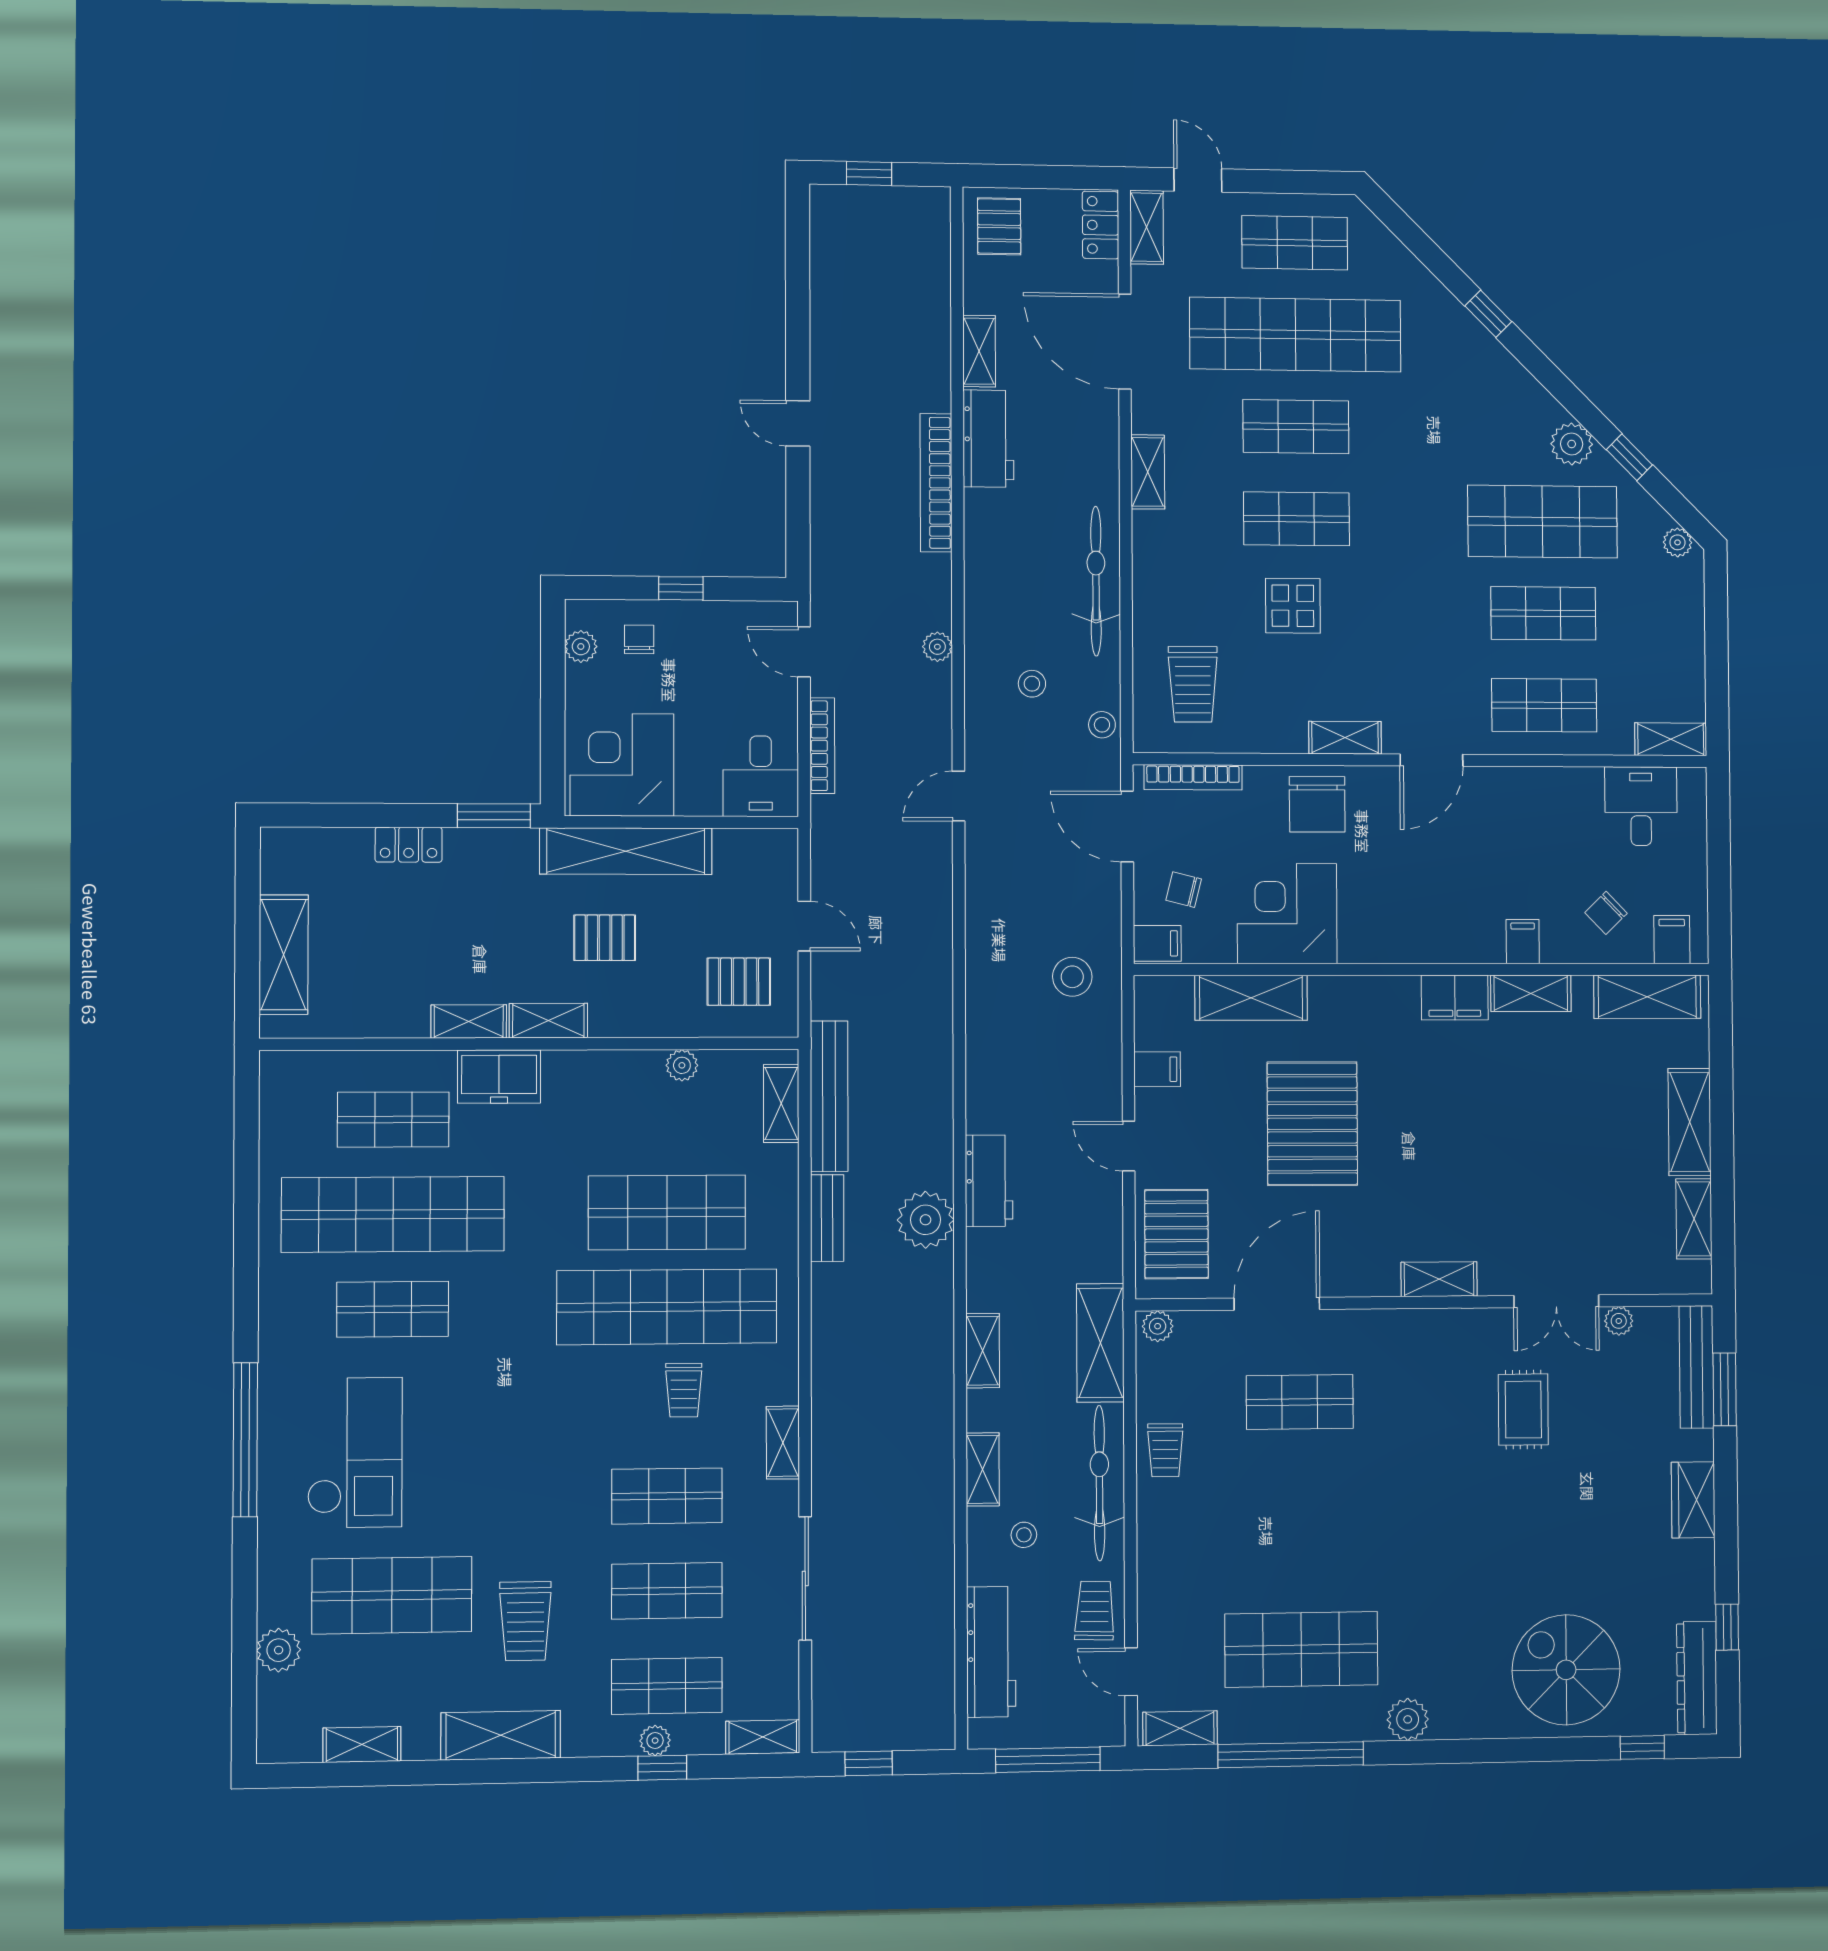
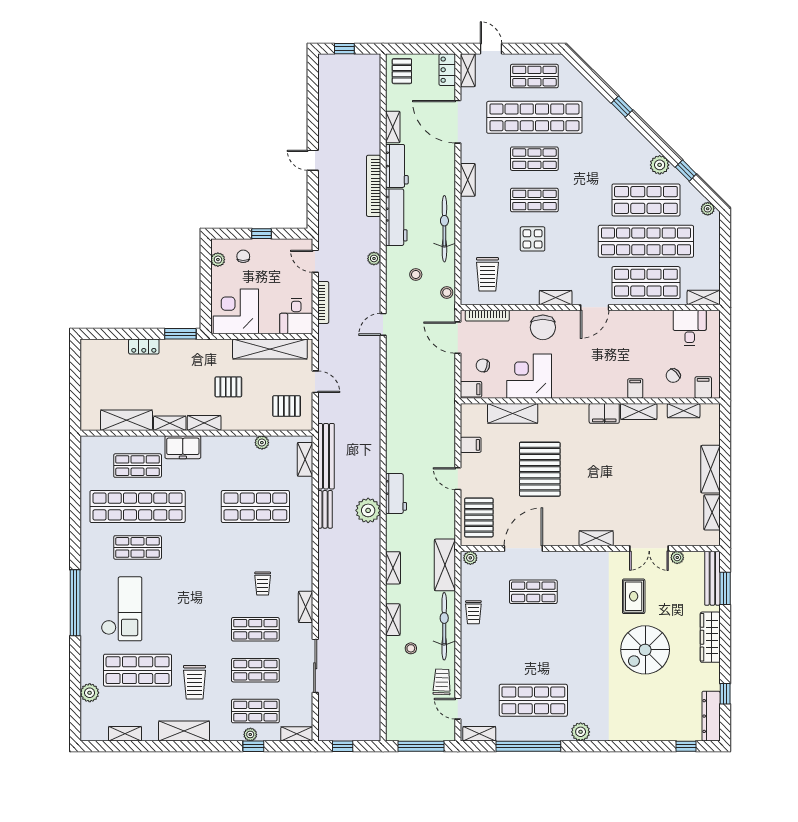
shop shelf: (1543, 613) -> (646, 241), width x2.00, depth x1.36
shop shelf: (1544, 705) -> (646, 283), width x1.43, depth x1.36
shelving: (626, 851) -> (270, 349), moved
shelving: (284, 955) -> (126, 420), moved, turned 90
stool: (1072, 977) -> (433, 404), removed
shelving: (1647, 997) -> (684, 411), width x0.67, depth x0.75
shop shelf: (667, 1307) -> (255, 547), removed
wardrobe: (1693, 1500) -> (710, 637), width x1.50
workbench: (991, 1652) -> (396, 217), moved
spiral stairs: (1566, 1670) -> (645, 650), moved, turned -90

